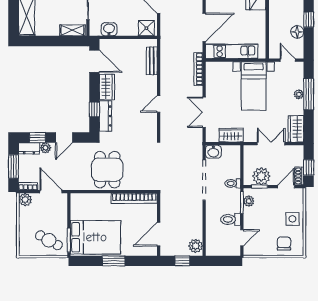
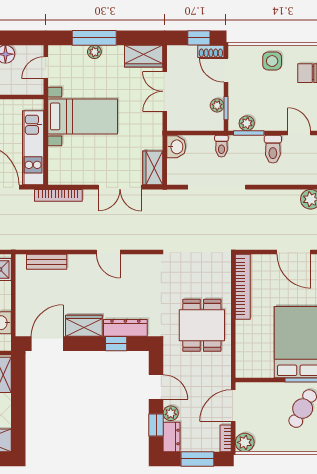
wardrobe: (231, 135) -> (153, 168), moved
washbasin: (213, 152) -> (176, 147), moved
dining table: (107, 170) -> (202, 325), turned 90
plant: (261, 176) -> (217, 105), width x0.53, depth x0.53

